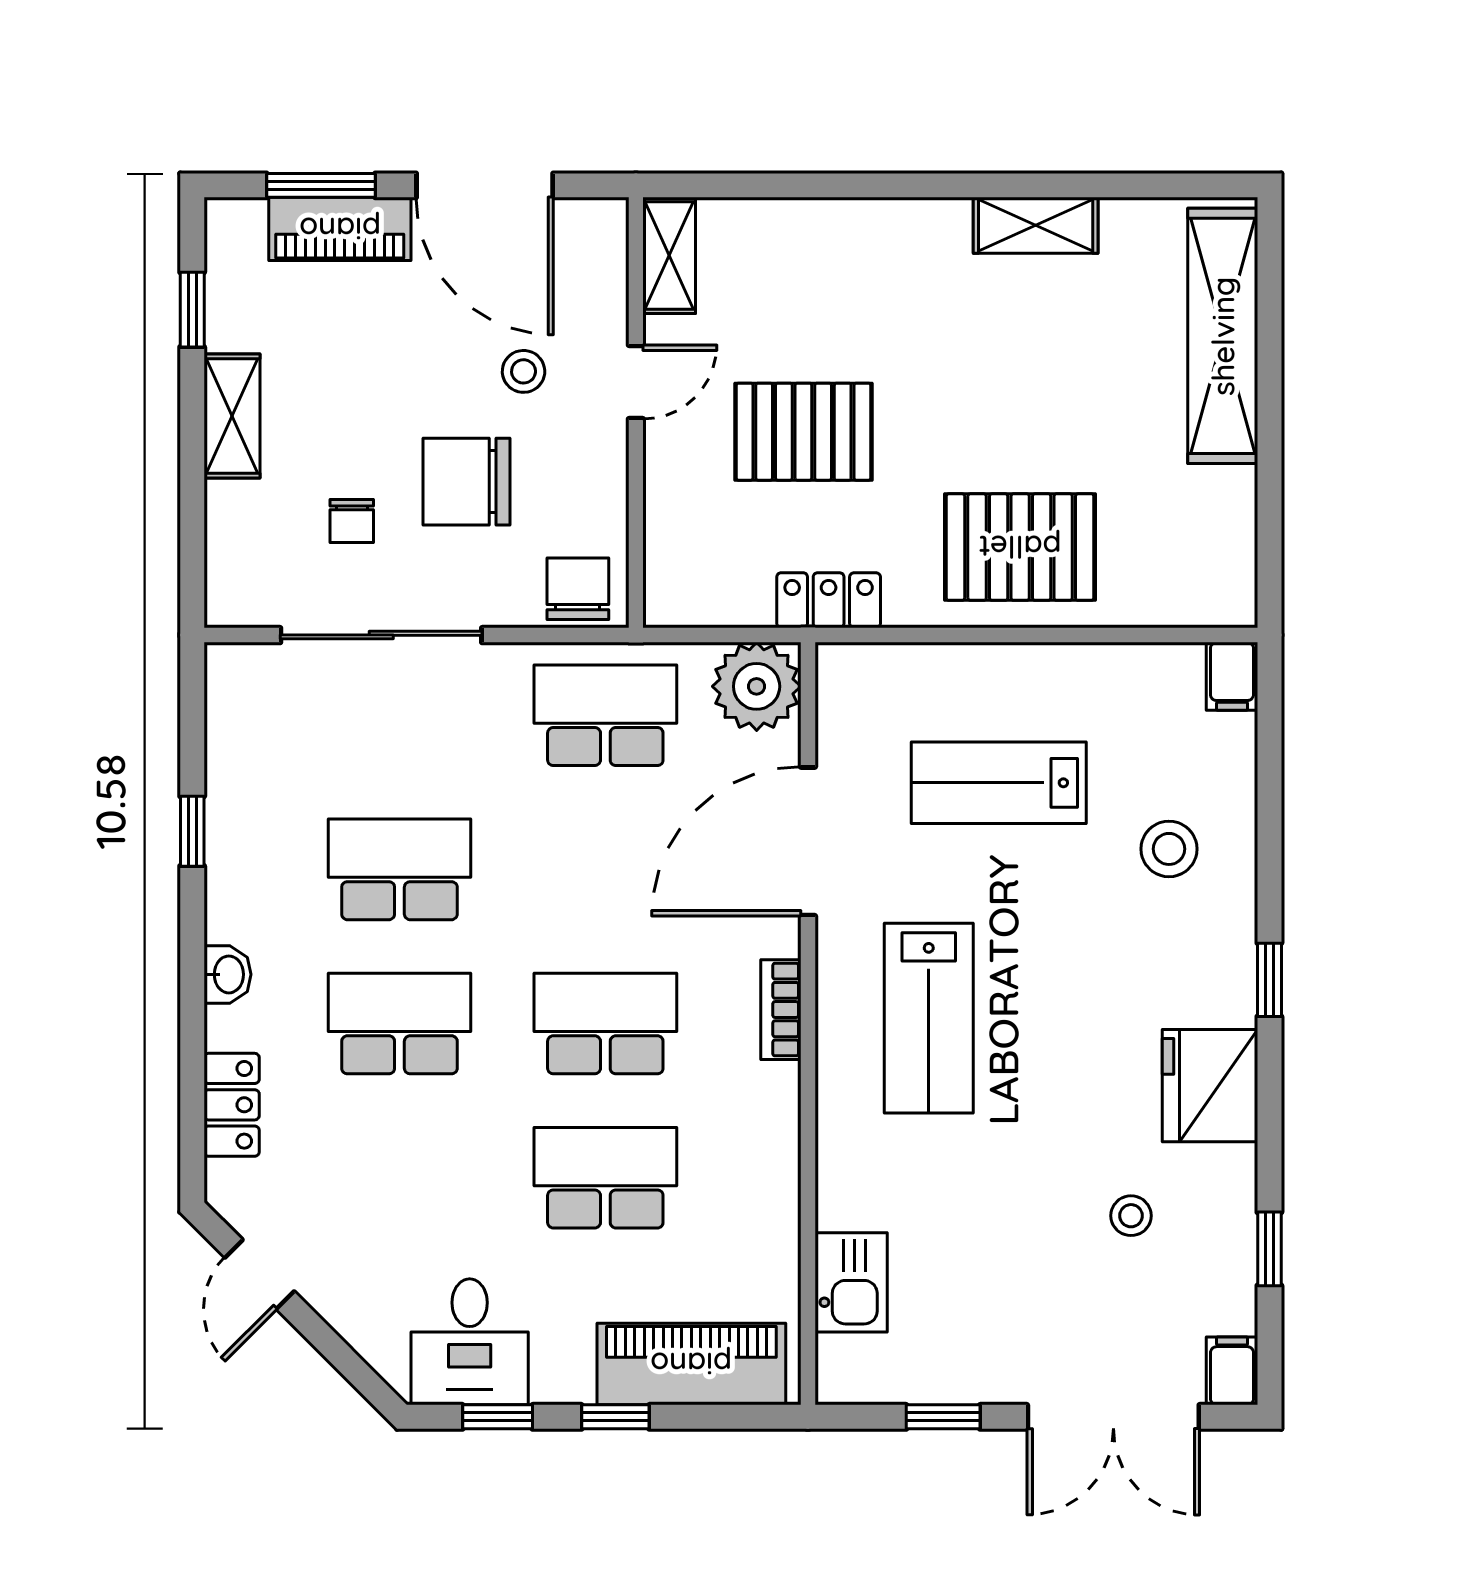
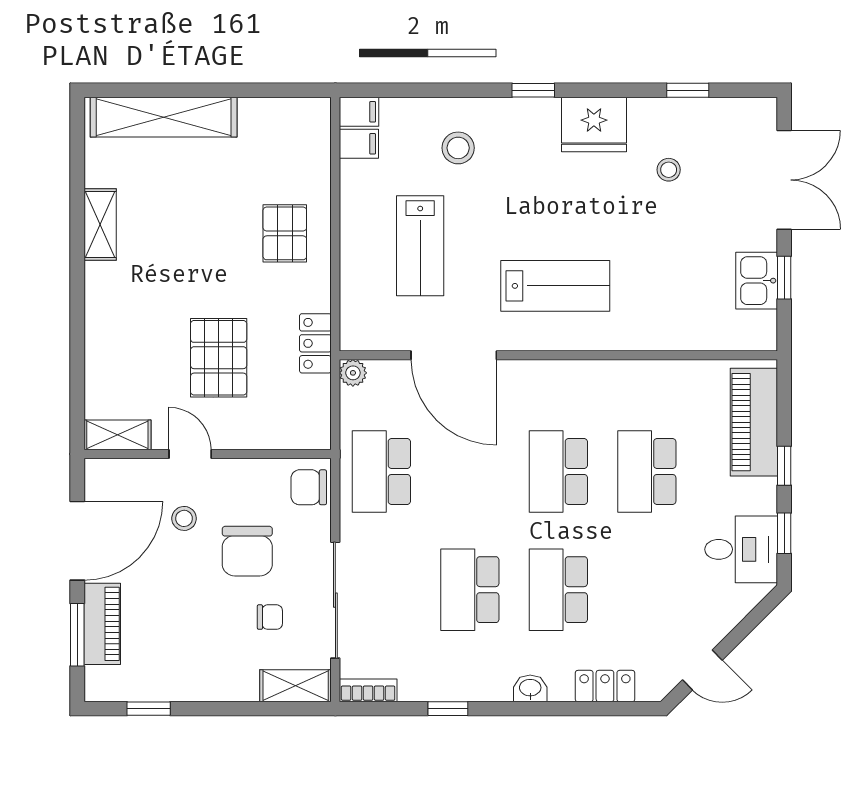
shelving: (232, 416) -> (296, 686), moved
pallet: (1020, 547) -> (285, 233), width x0.67, depth x0.71
plant: (757, 686) -> (353, 373), width x0.53, depth x0.53
bookcase: (781, 1010) -> (368, 690), moved, turned 180
kitchen sink: (851, 1282) -> (757, 281), moved, turned -90
filing cabinet: (1232, 1371) -> (359, 144), moved, turned 180

